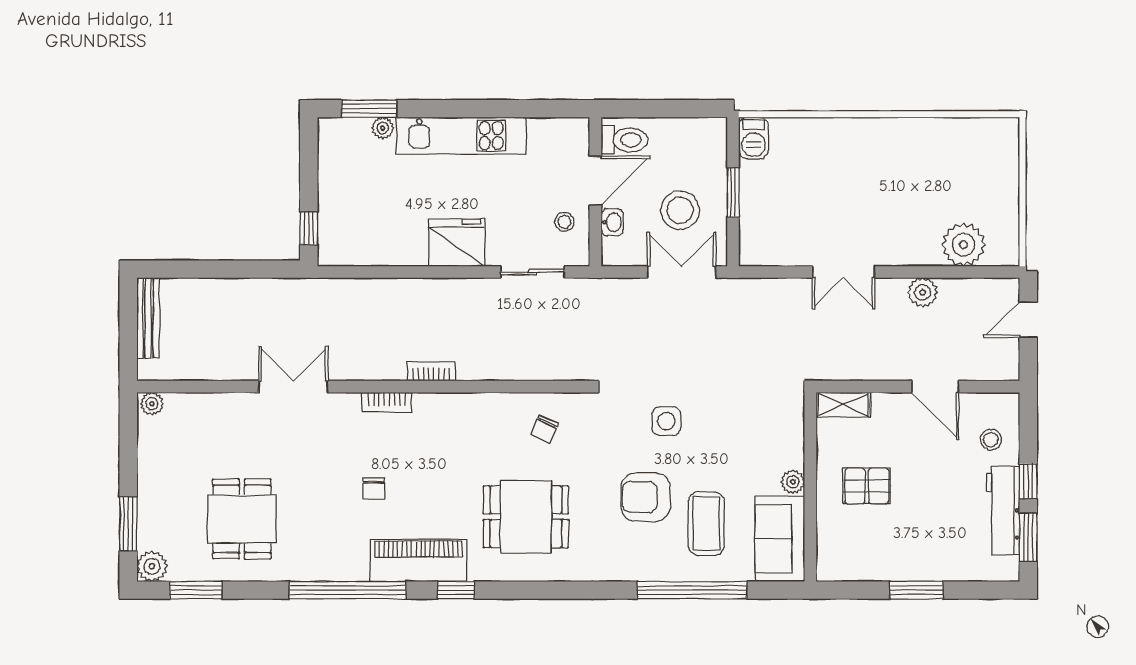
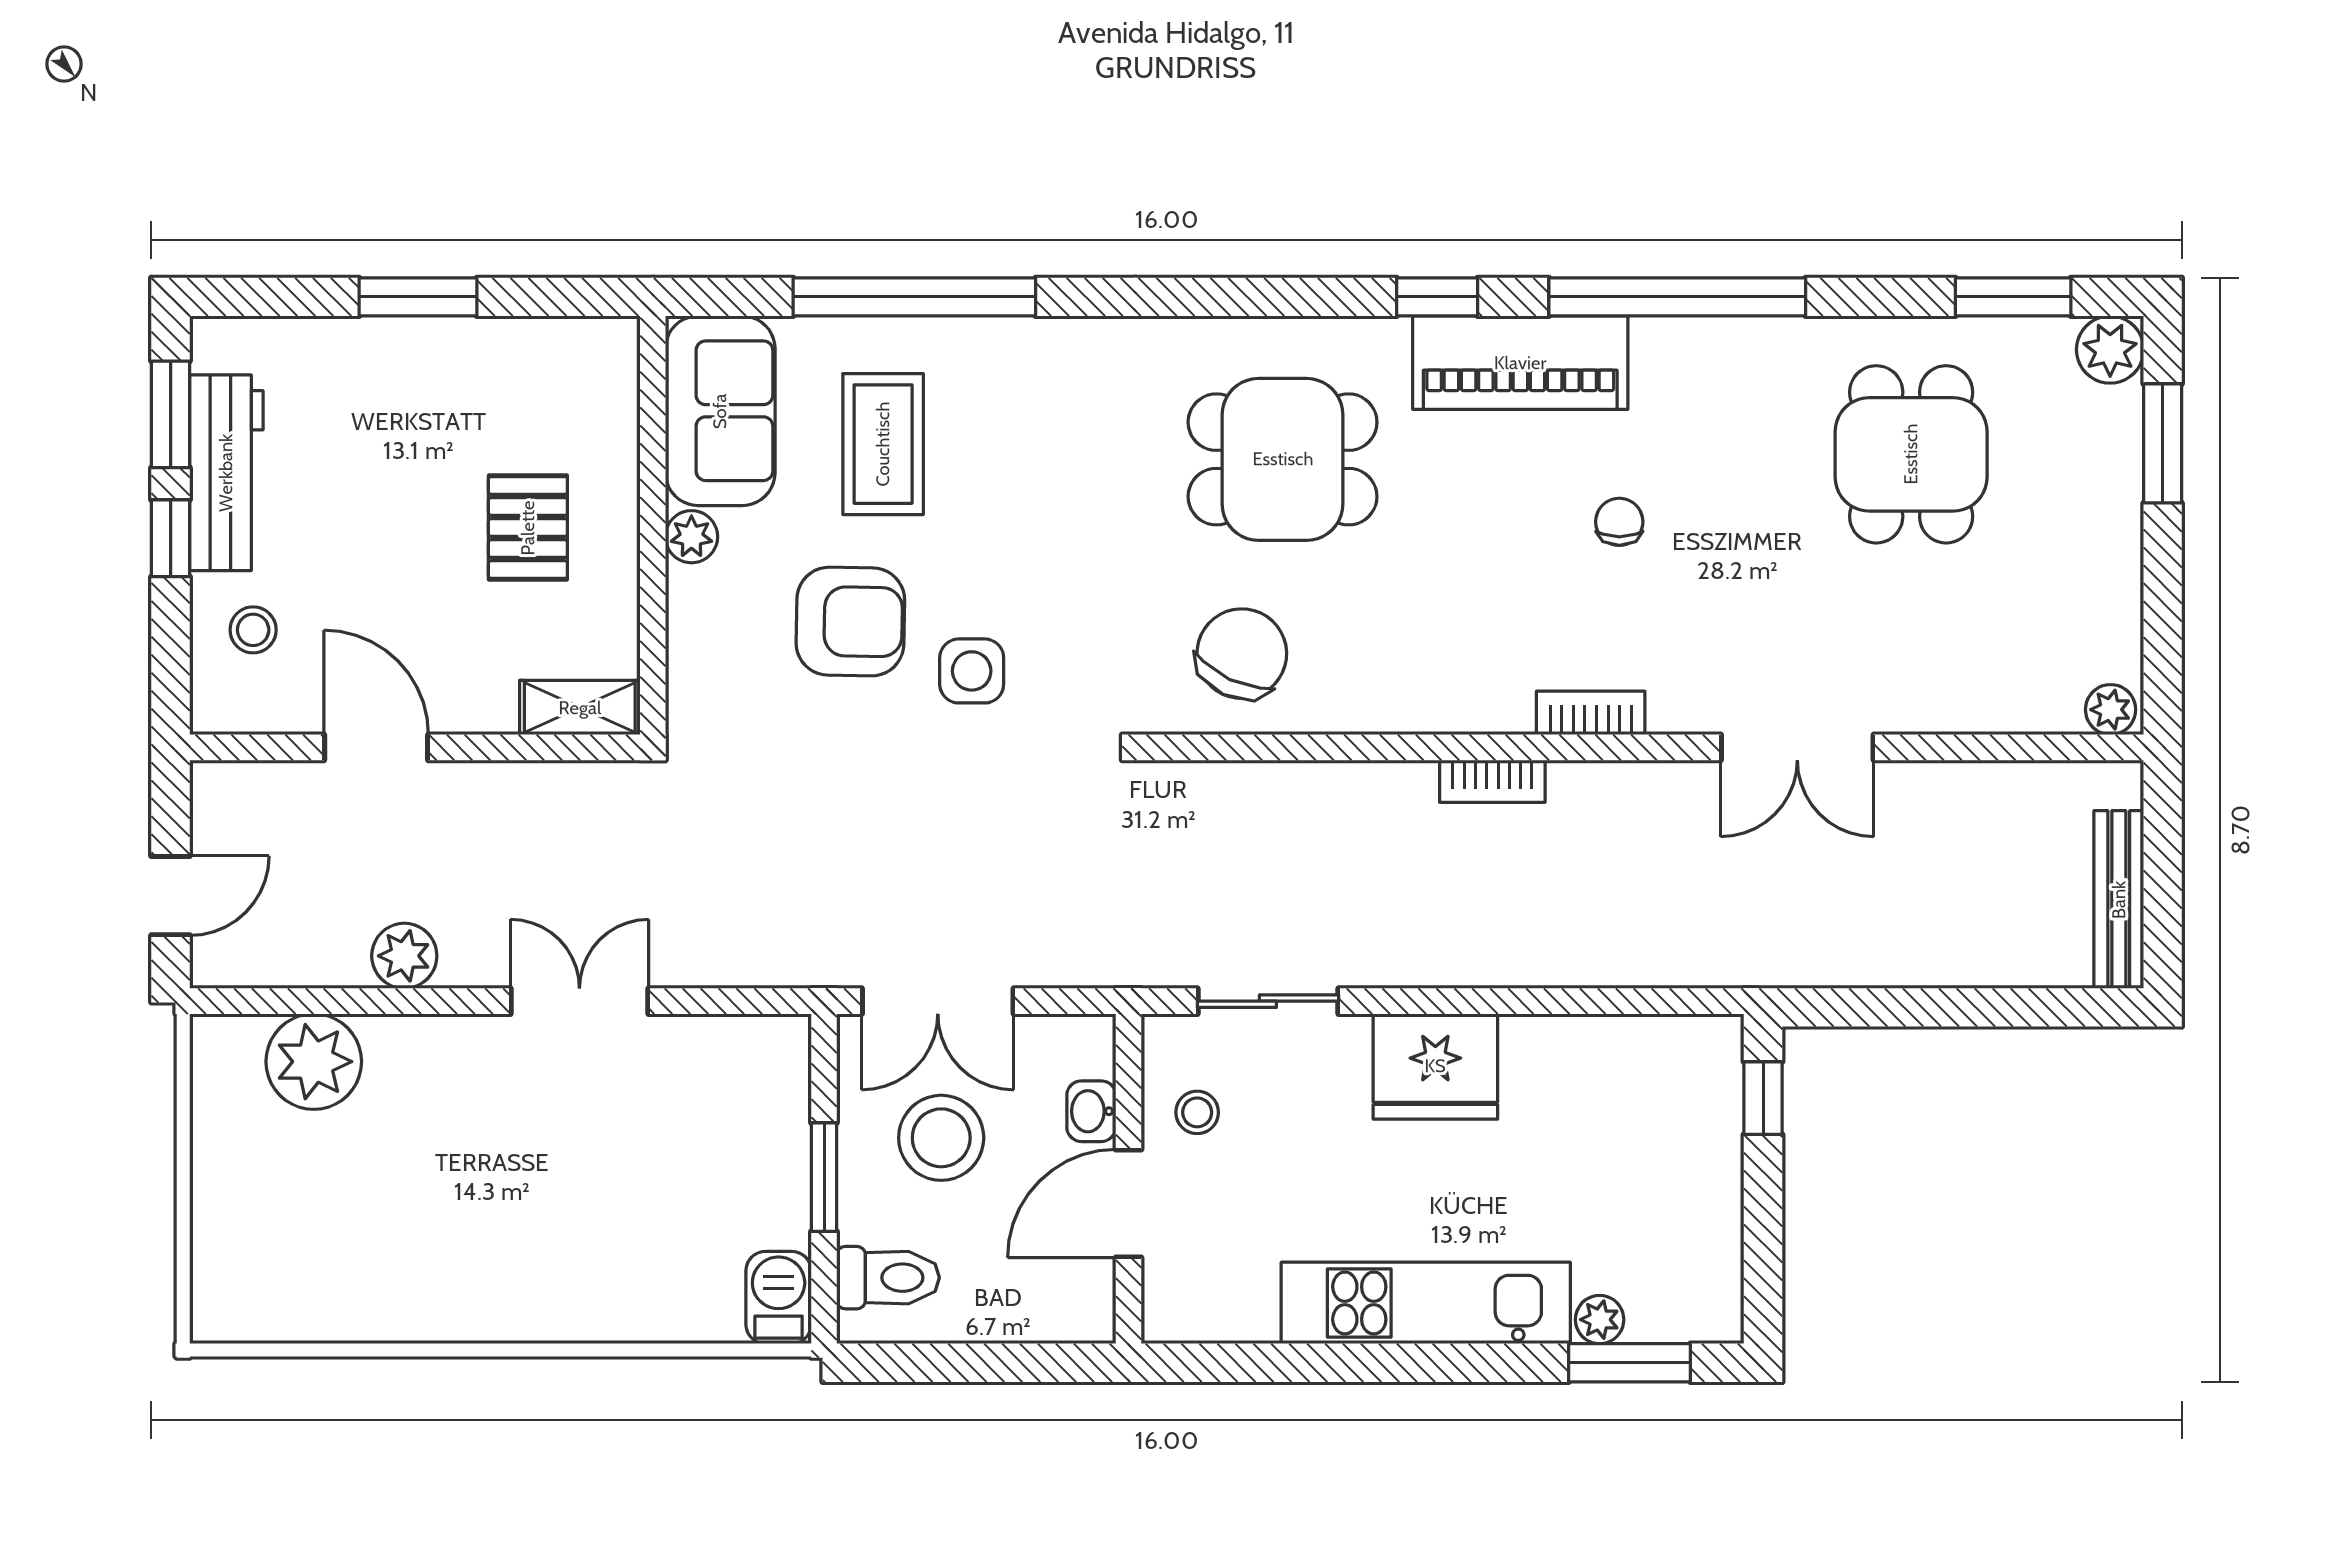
toilet: (624, 140) -> (888, 1278), moved, turned 180
chair: (544, 429) -> (1242, 654), width x1.87, depth x1.87
pallet: (867, 486) -> (528, 528), turned 90
armchair: (646, 497) -> (850, 622), moved

